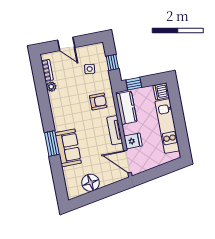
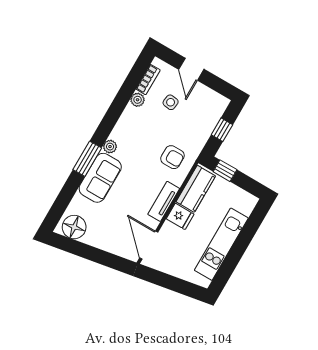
side table: (90, 69) -> (171, 102), moved
dishwasher: (161, 92) -> (246, 203), removed
plant: (59, 126) -> (110, 147), added
fridge: (133, 141) -> (180, 216), moved
floor lamp: (91, 183) -> (74, 227), moved

